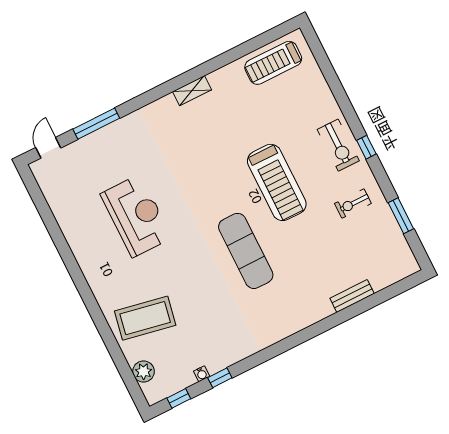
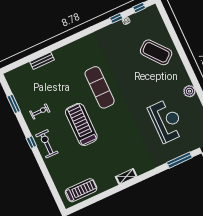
reception desk: (136, 216) -> (167, 121), moved, turned 180
coffee table: (145, 318) -> (156, 52), turned 40
plant: (143, 371) -> (189, 91), moved

